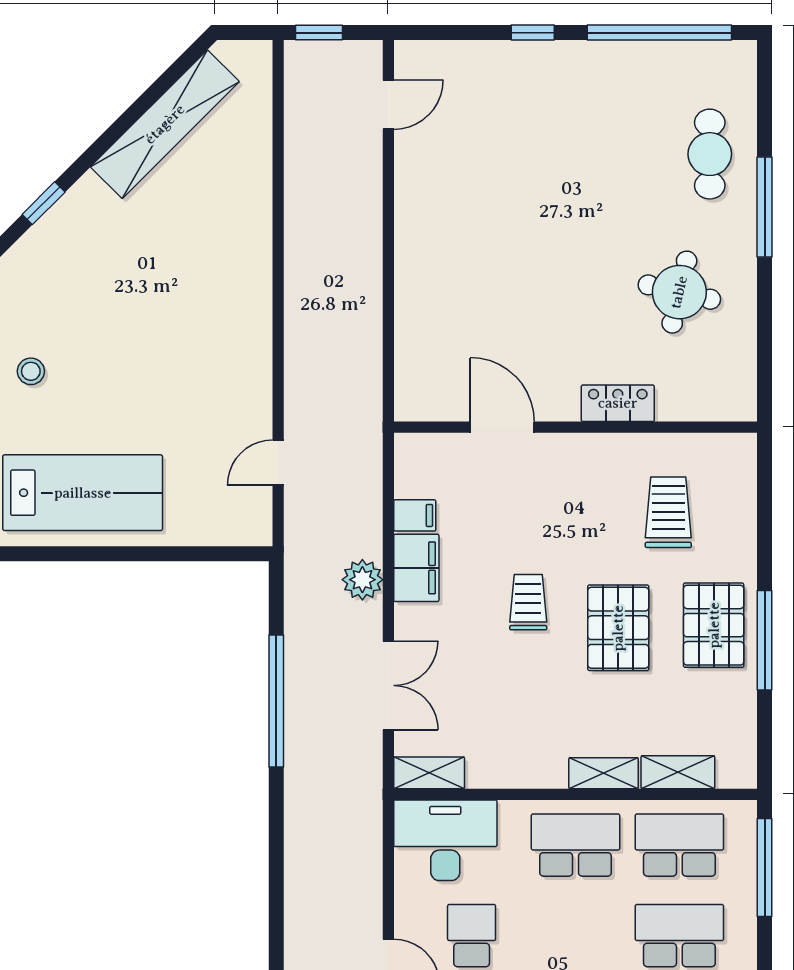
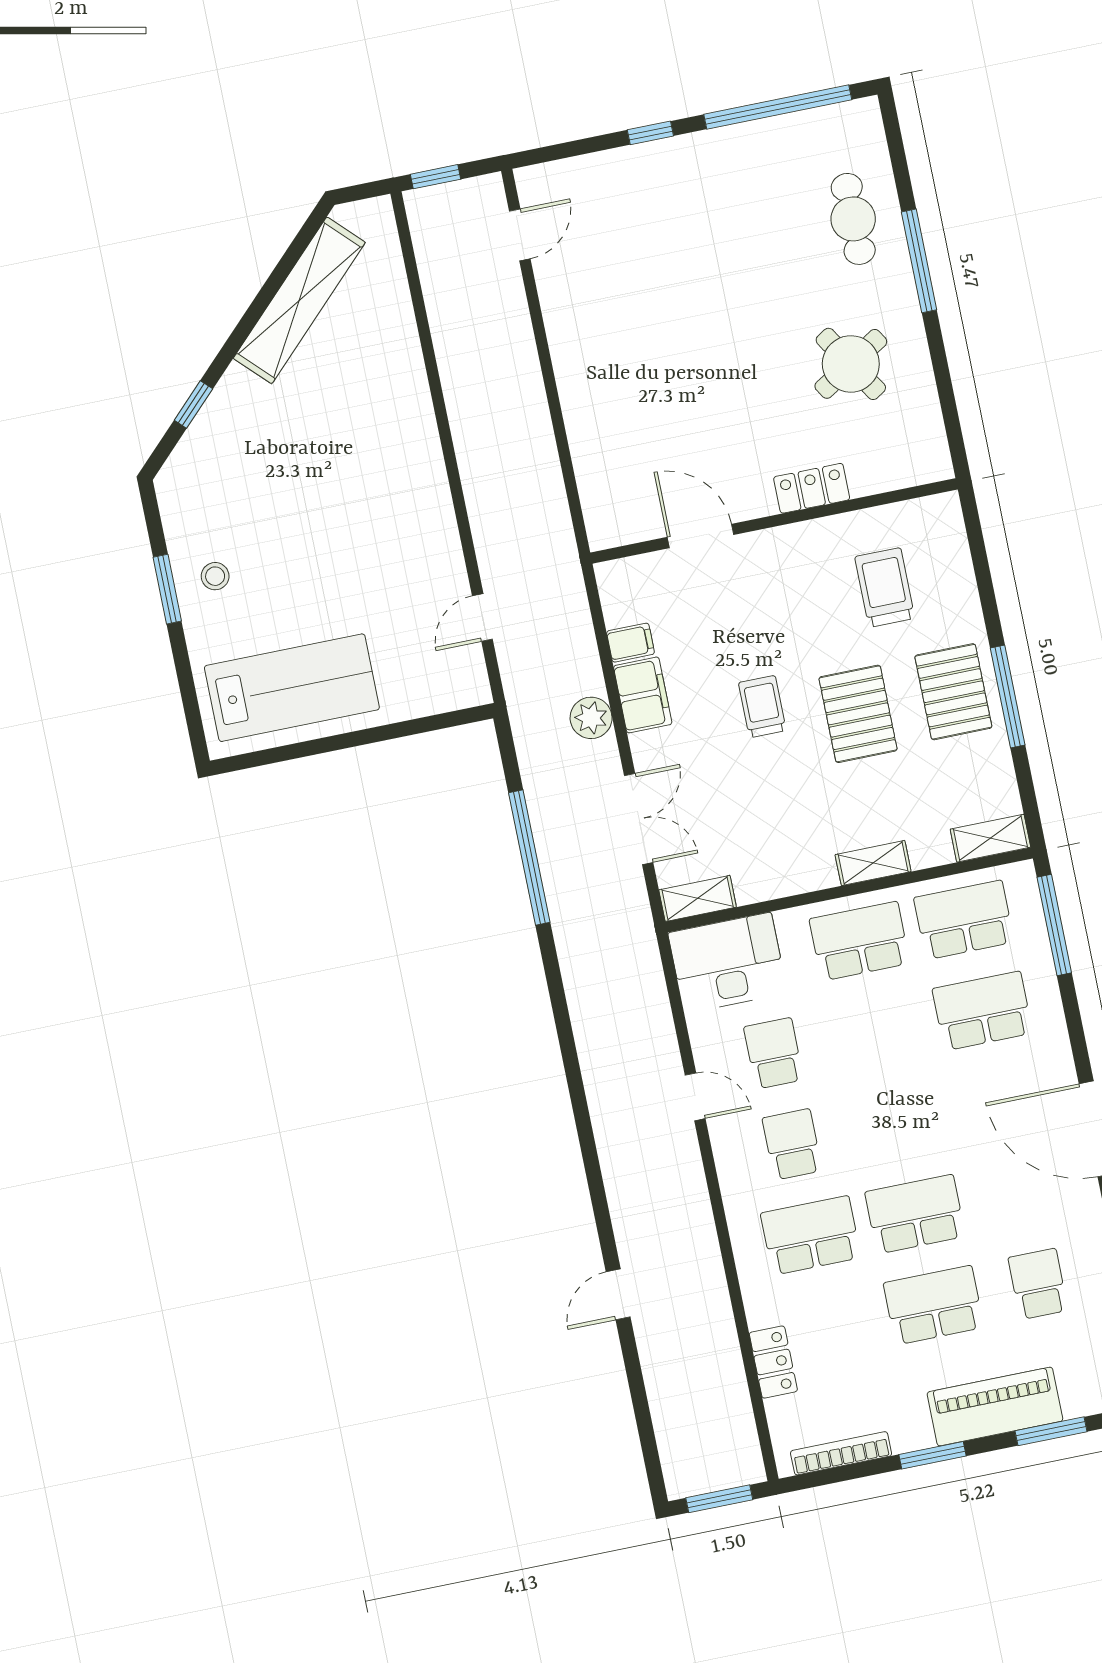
round table: (679, 292) -> (851, 364), turned 45
shelving: (678, 772) -> (990, 838), moved

